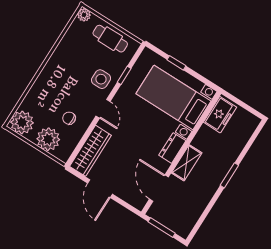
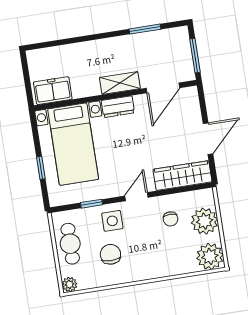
chair: (80, 59) -> (110, 254), added
window: (229, 175) -> (145, 29), moved

